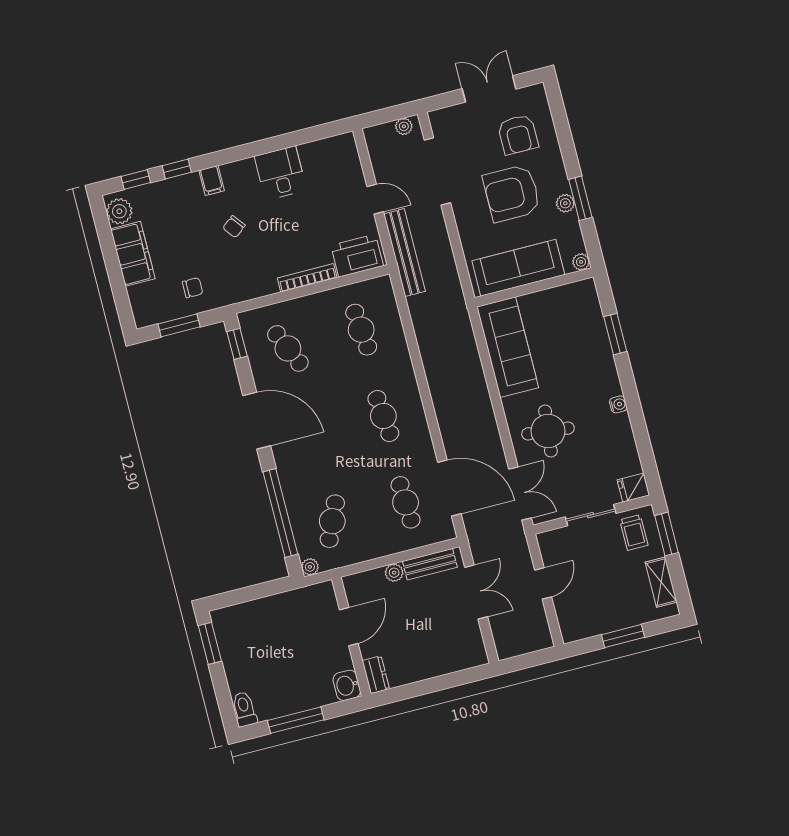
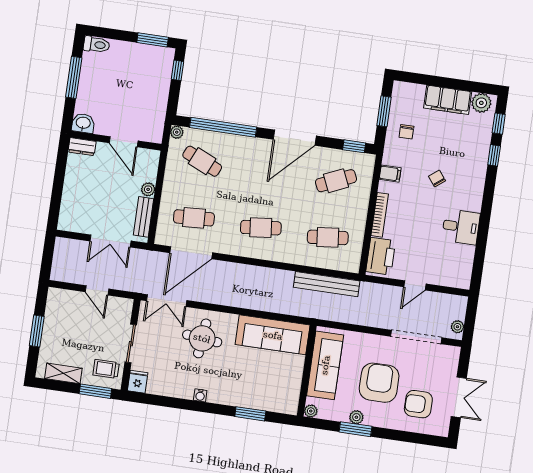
filing cabinet: (212, 181) -> (390, 174), moved, turned 180
bench: (405, 253) -> (327, 284), moved
window: (234, 597) -> (178, 70), added

